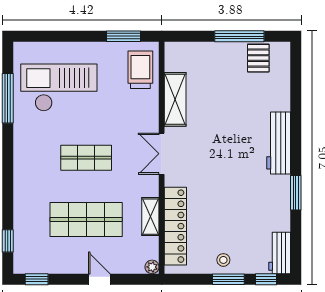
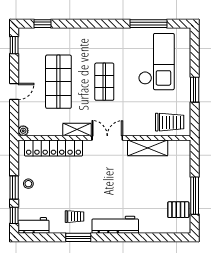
window: (124, 36) -> (195, 90), moved
trolley: (268, 198) -> (74, 217), added
shelving: (150, 217) -> (77, 129), moved

